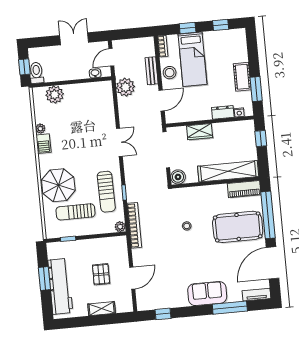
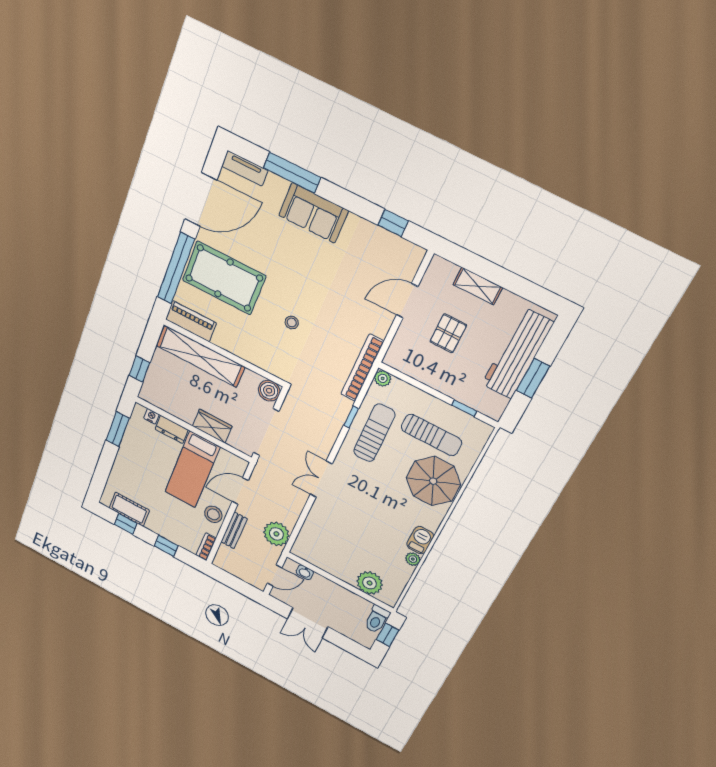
bed: (193, 59) -> (192, 470), moved, turned 180
cot: (242, 77) -> (129, 509), moved, turned 90

